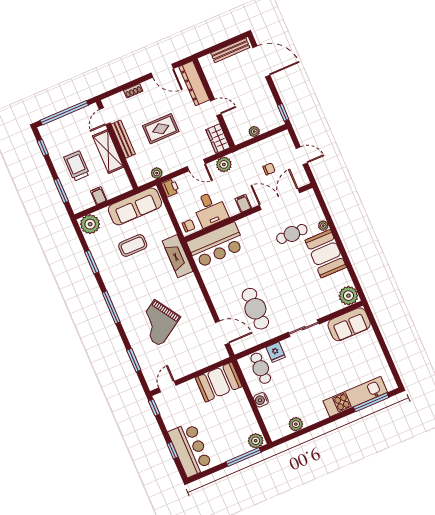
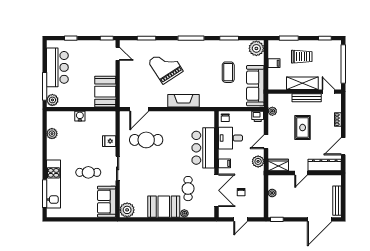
bar counter: (216, 245) -> (203, 148), moved
fireplace: (178, 256) -> (184, 101), moved
cafe table: (261, 368) -> (88, 172), moved
bar counter: (190, 450) -> (57, 67), moved, turned -90

